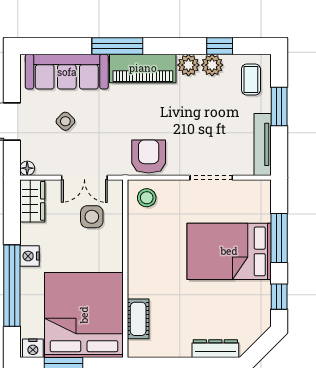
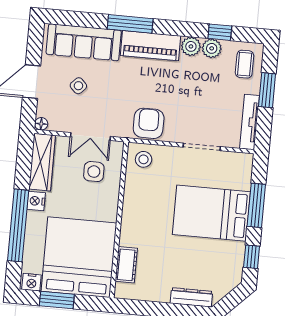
wardrobe: (32, 201) -> (42, 162), width x1.50

